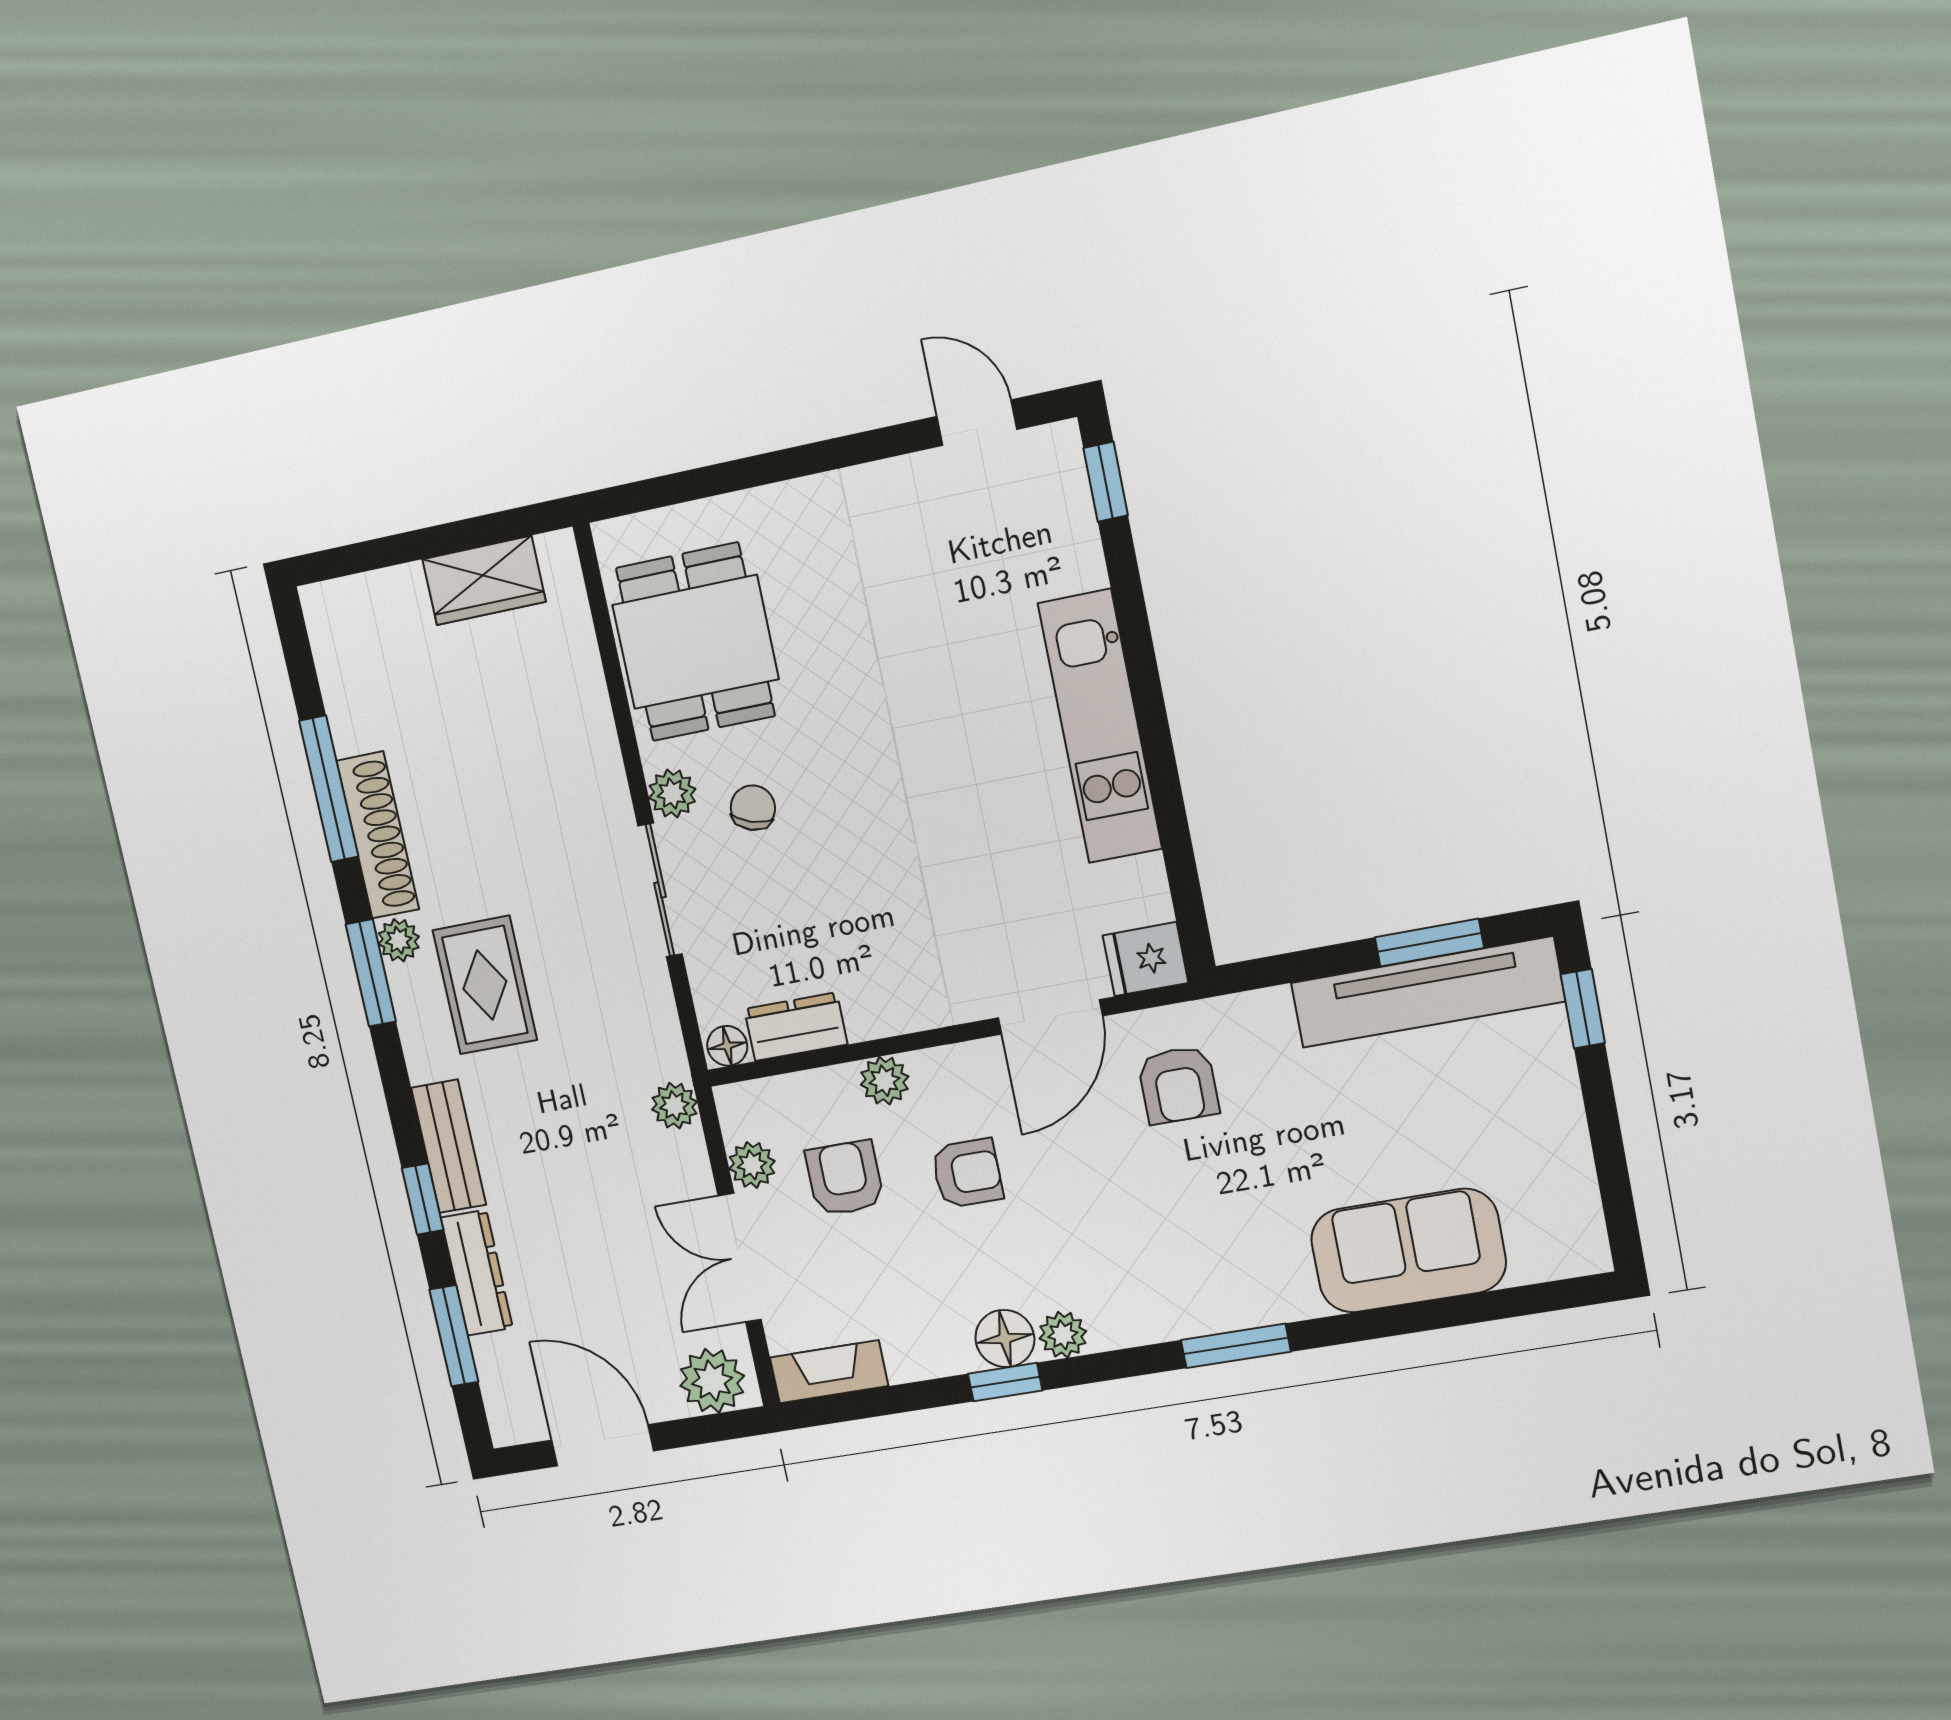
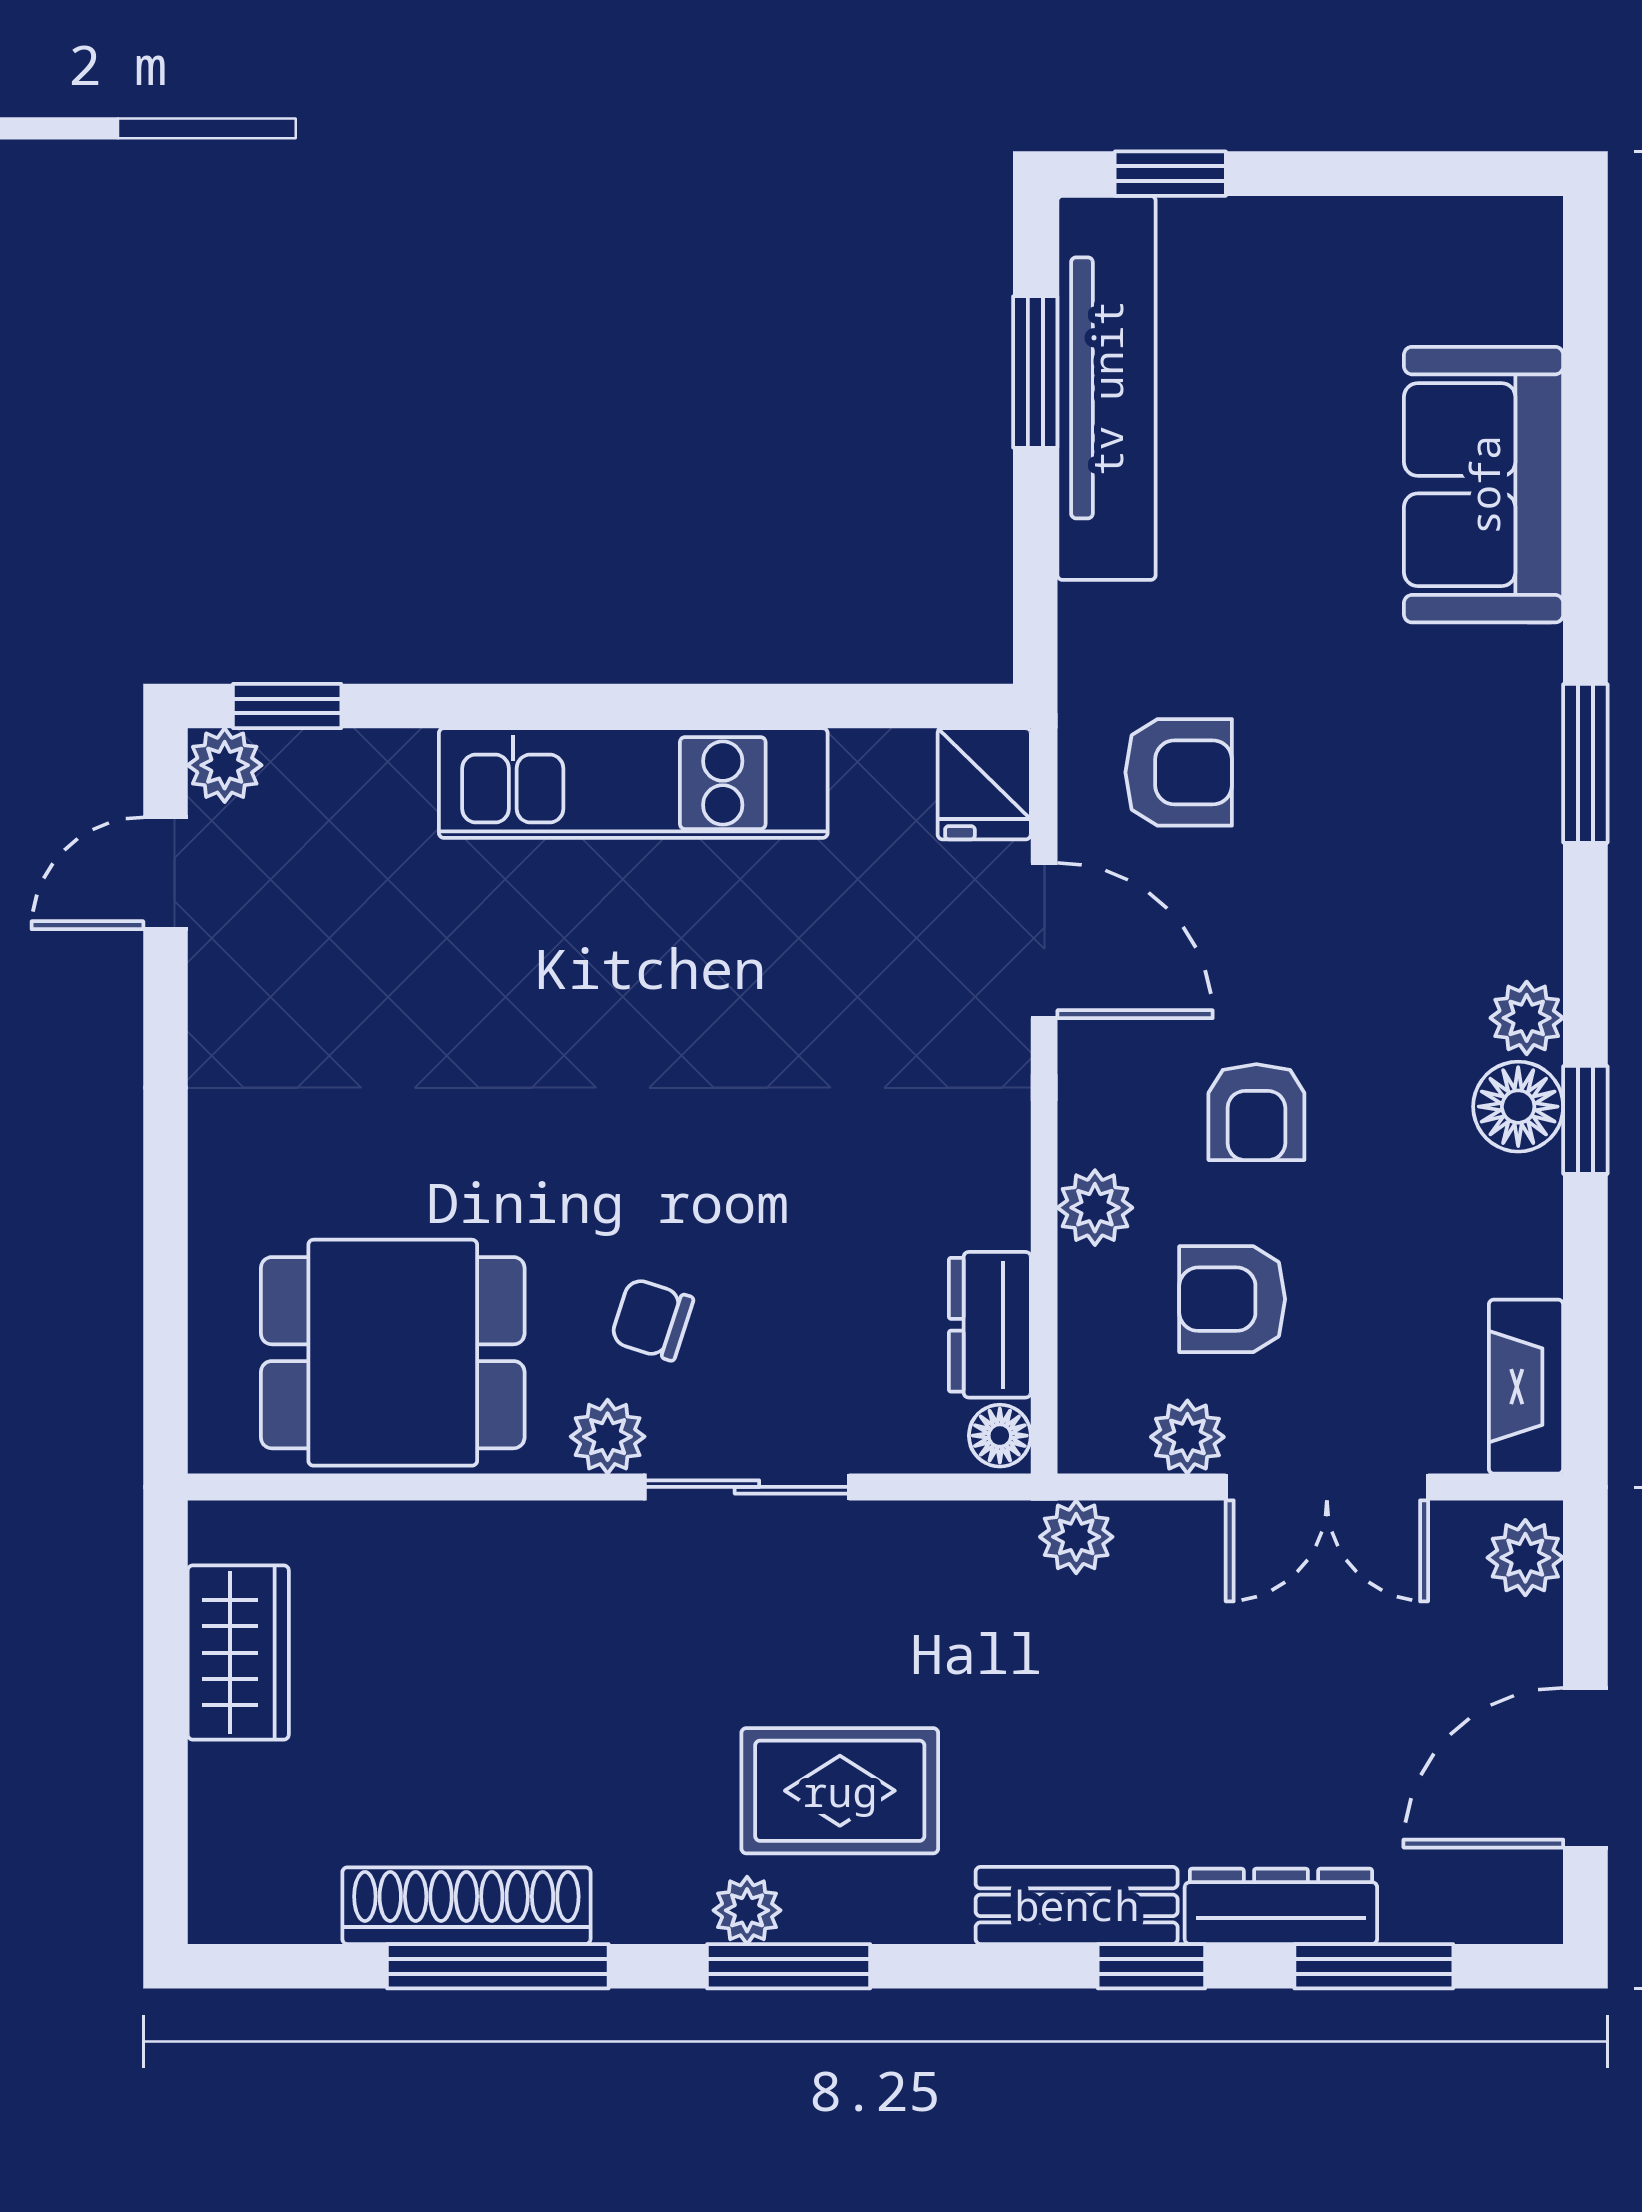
plant: (1057, 447) -> (225, 765), added
shoe rack: (378, 835) -> (466, 1906), moved
armchair: (967, 1173) -> (1256, 1112), turned 180
plant: (712, 1381) -> (1525, 1558), width x0.73, depth x0.73

